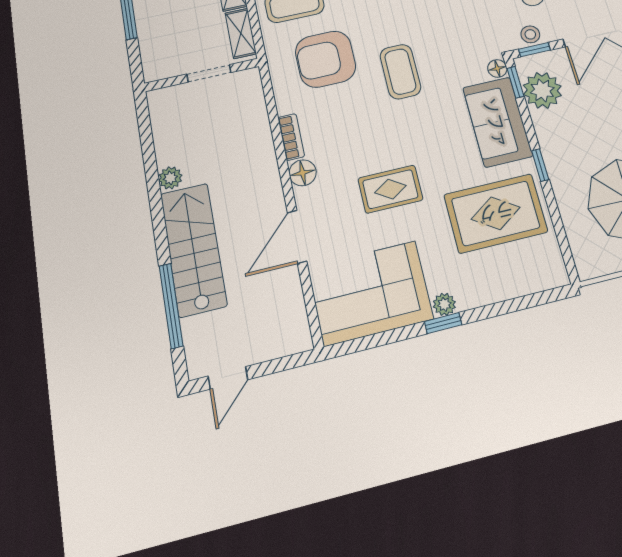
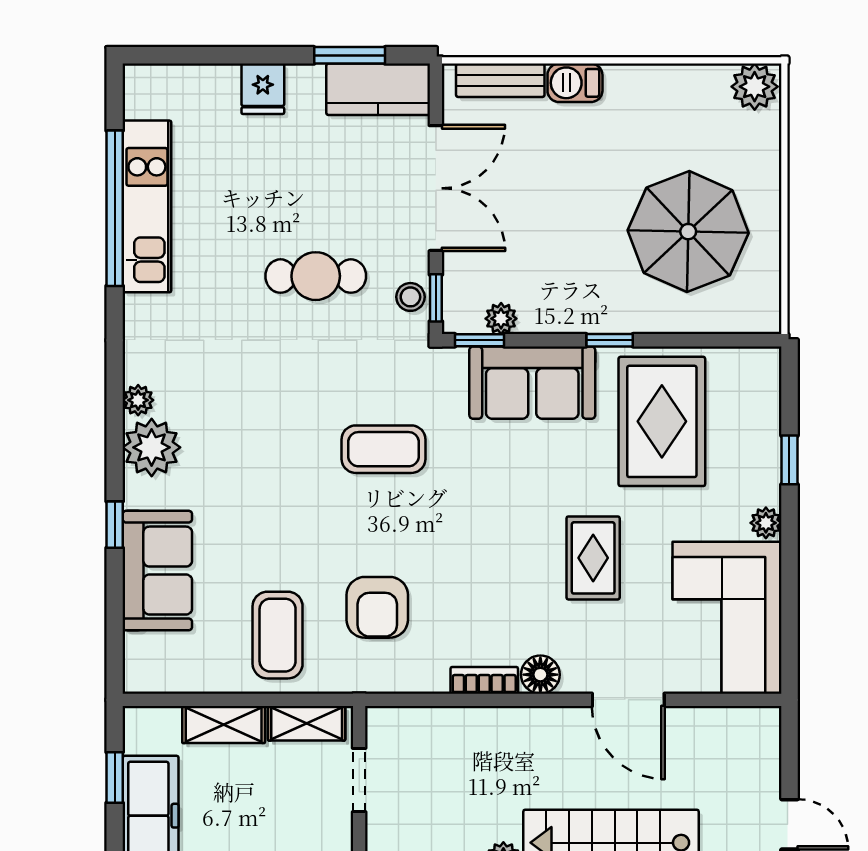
armchair: (325, 59) -> (377, 607), width x0.73, depth x0.73
floor lamp: (497, 68) -> (452, 361), removed
coffee table: (400, 72) -> (383, 449), moved
plant: (542, 90) -> (501, 319), width x0.53, depth x0.53
window: (443, 323) -> (789, 460), moved

